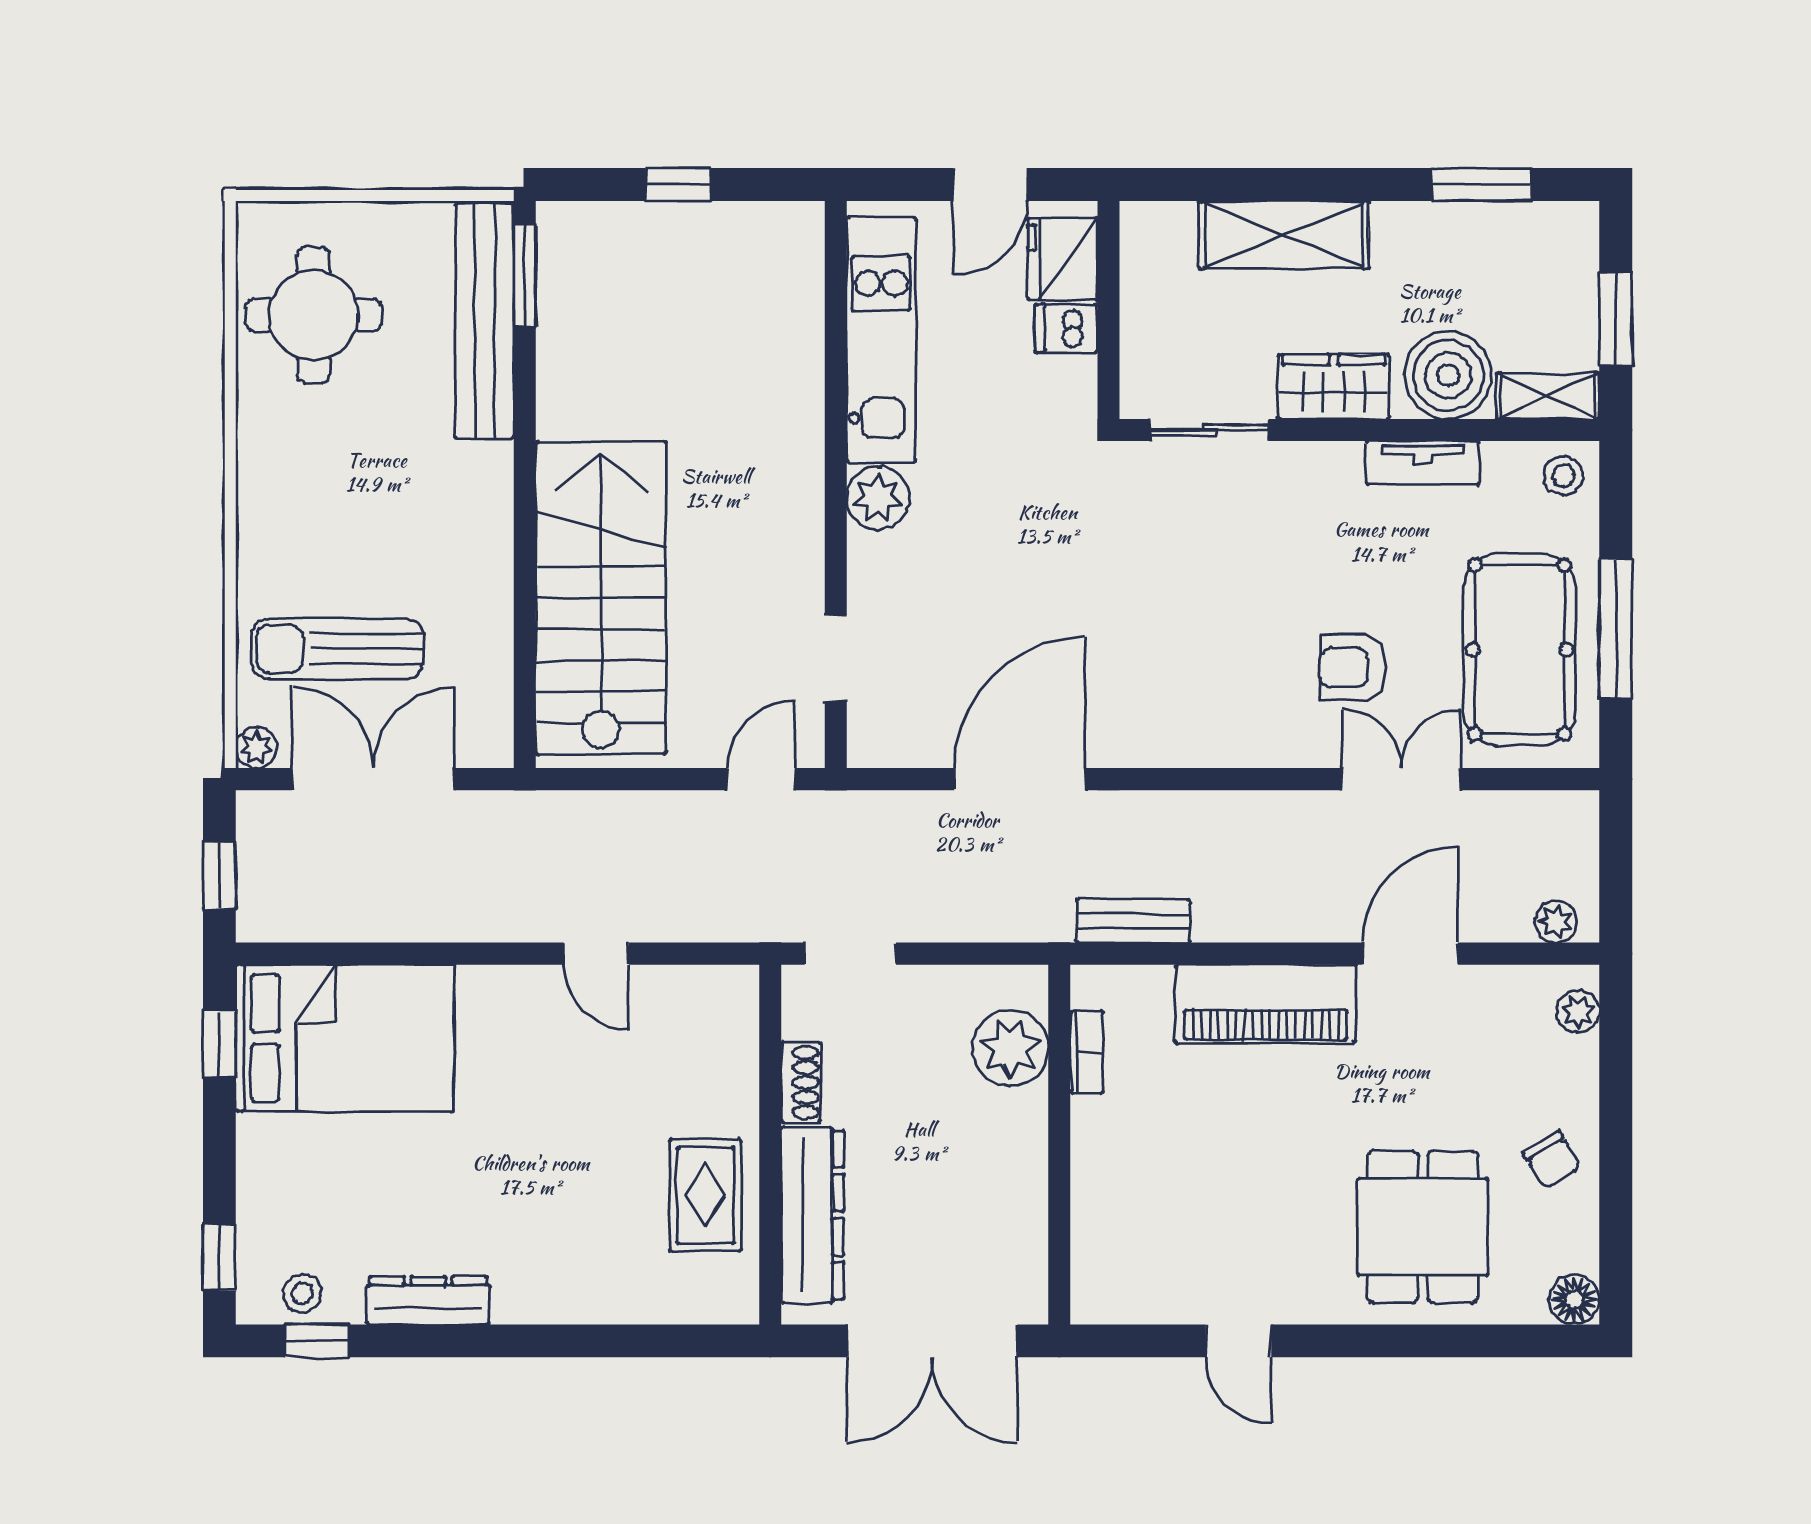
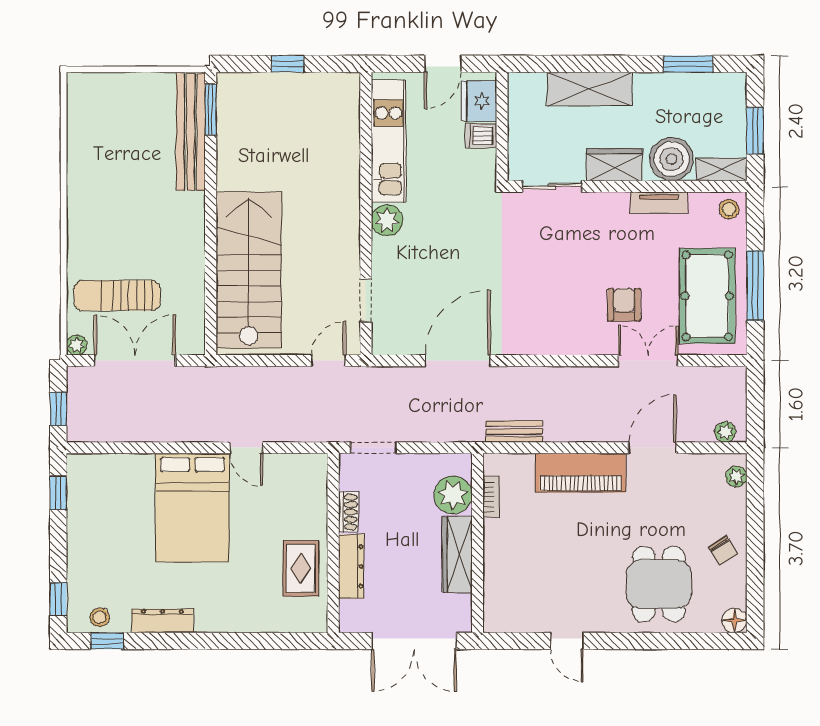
round table: (314, 315) -> (105, 129), removed
armchair: (1353, 667) -> (624, 305), turned 90
bed: (345, 1038) -> (192, 507), moved, turned 90
wardrobe: (1019, 1167) -> (457, 554), added
dresser: (813, 1215) -> (351, 566), width x0.73, depth x0.80

